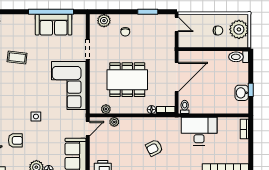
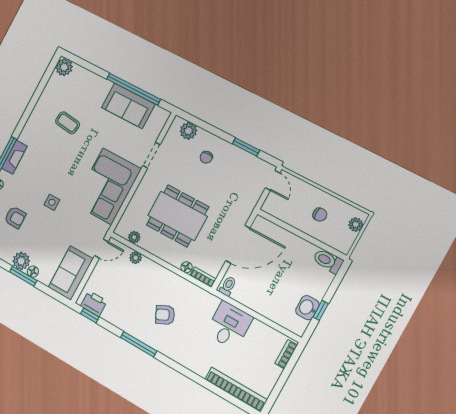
plant: (239, 29) -> (356, 225), width x0.53, depth x0.53
desk: (199, 131) -> (229, 325), width x0.73

